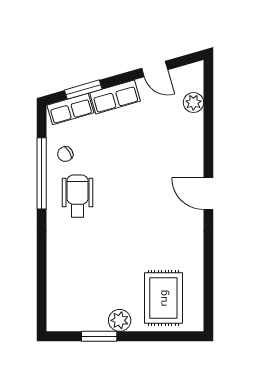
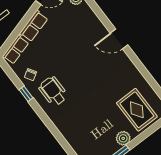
window: (83, 90) -> (15, 35), removed
window: (42, 173) -> (26, 94), width x0.32

